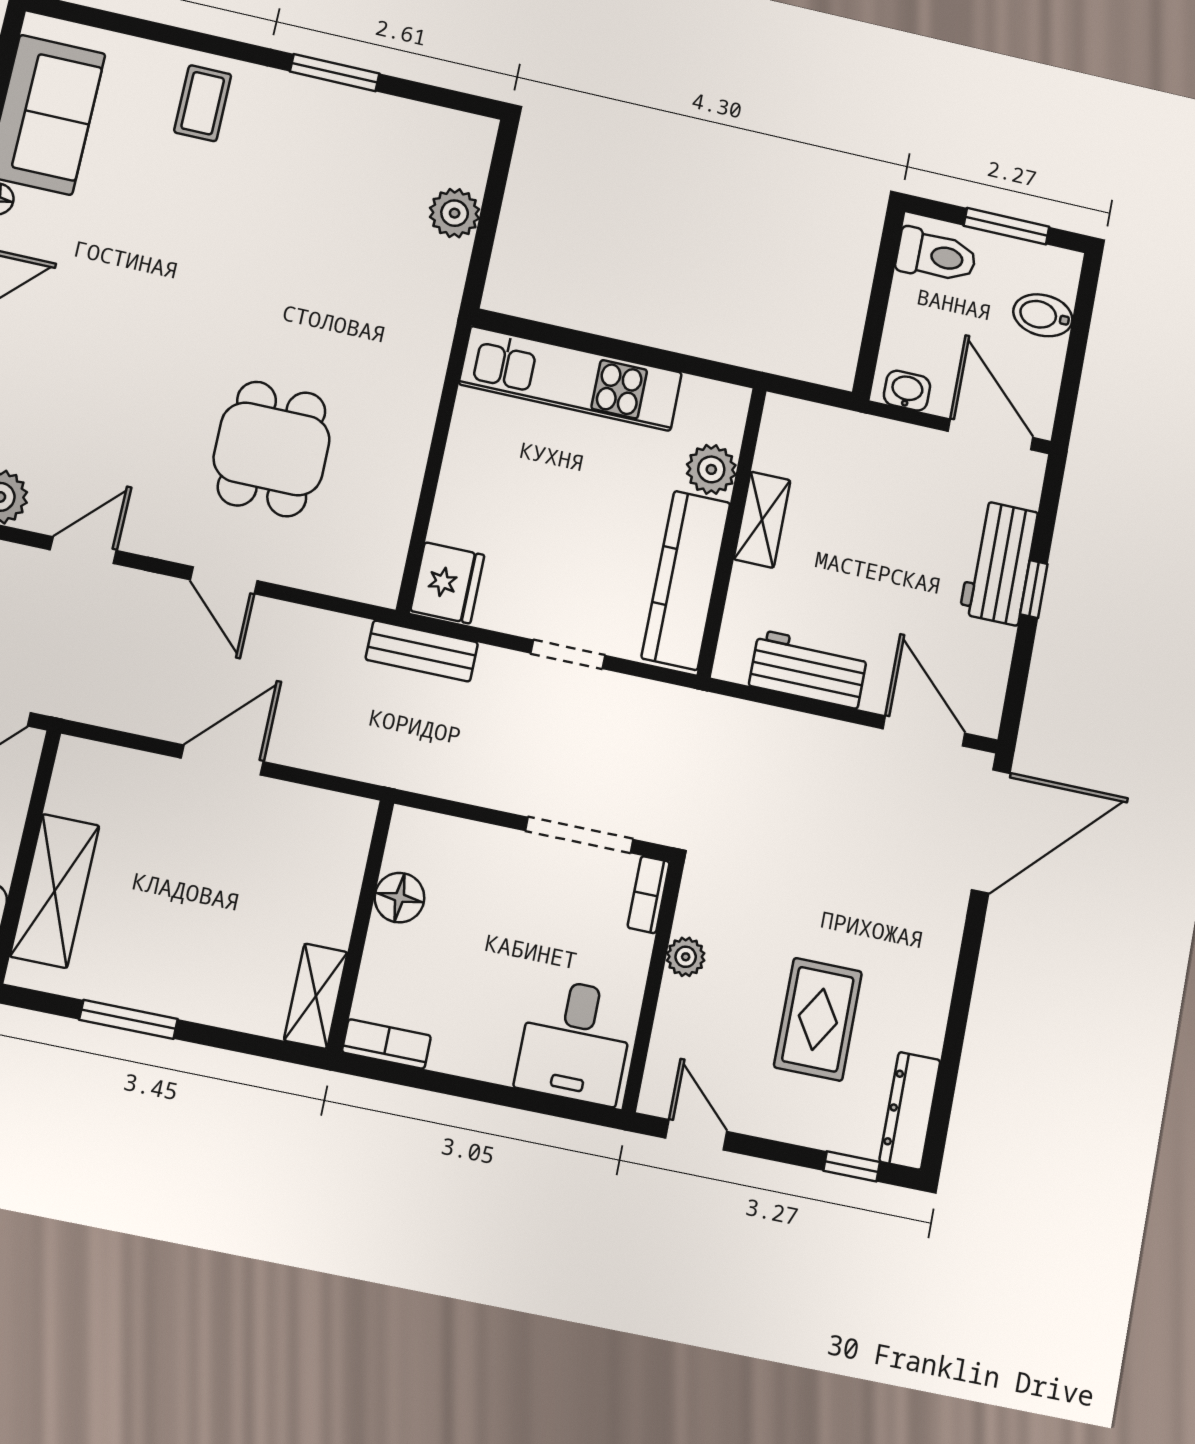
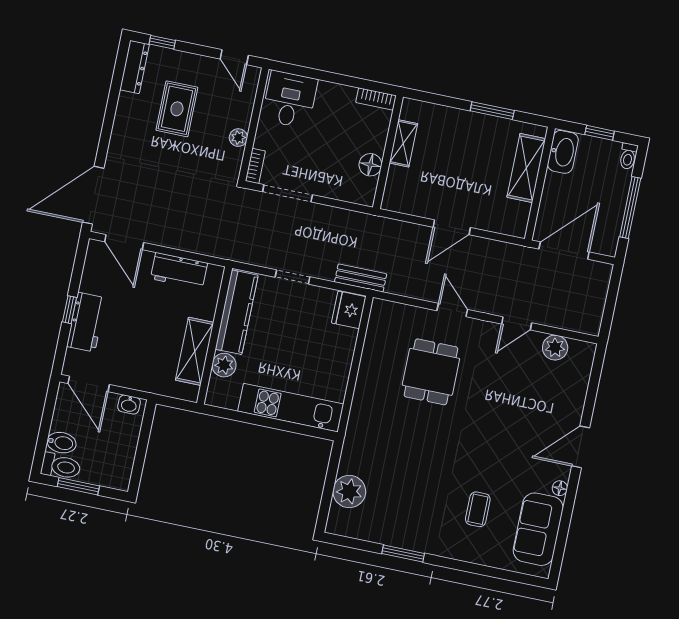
coffee table: (203, 103) -> (478, 509), moved
plant: (455, 213) -> (349, 492), width x1.36, depth x1.36
toilet: (936, 256) -> (61, 466), moved, turned 180
shelving: (762, 520) -> (195, 351), width x1.50, depth x1.33
shelving: (316, 996) -> (403, 143), moved

